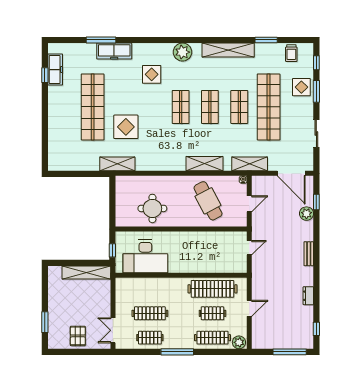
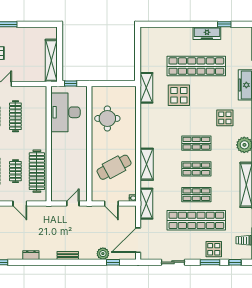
freezer: (55, 70) -> (207, 33), moved
door: (249, 248) -> (73, 203), swing flipped

